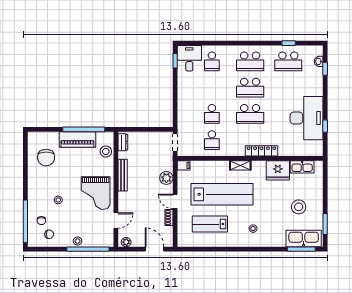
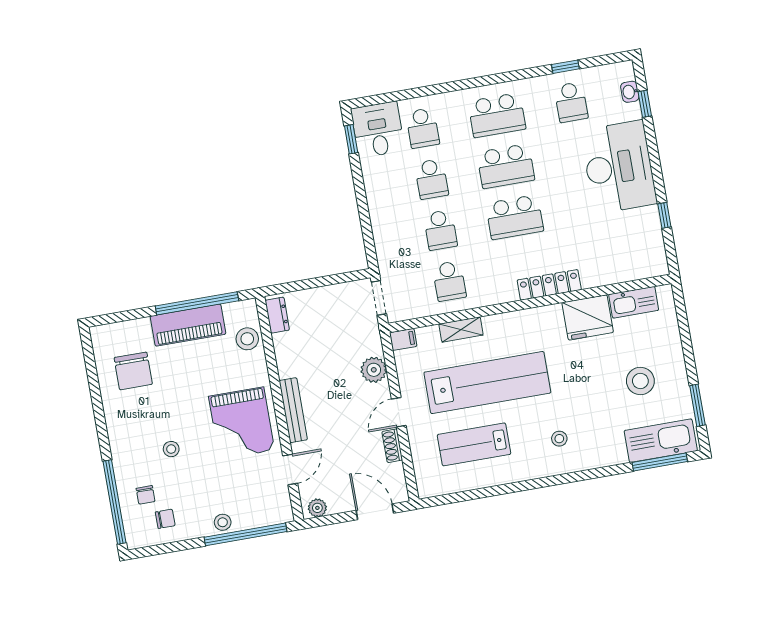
school desk: (288, 61) -> (571, 102), width x0.54
school desk: (212, 88) -> (431, 179), added
desk: (307, 118) -> (619, 167), moved
shelving: (240, 165) -> (461, 329), moved
bench: (123, 175) -> (293, 410), moved
door: (175, 201) -> (399, 412), hinge flipped

